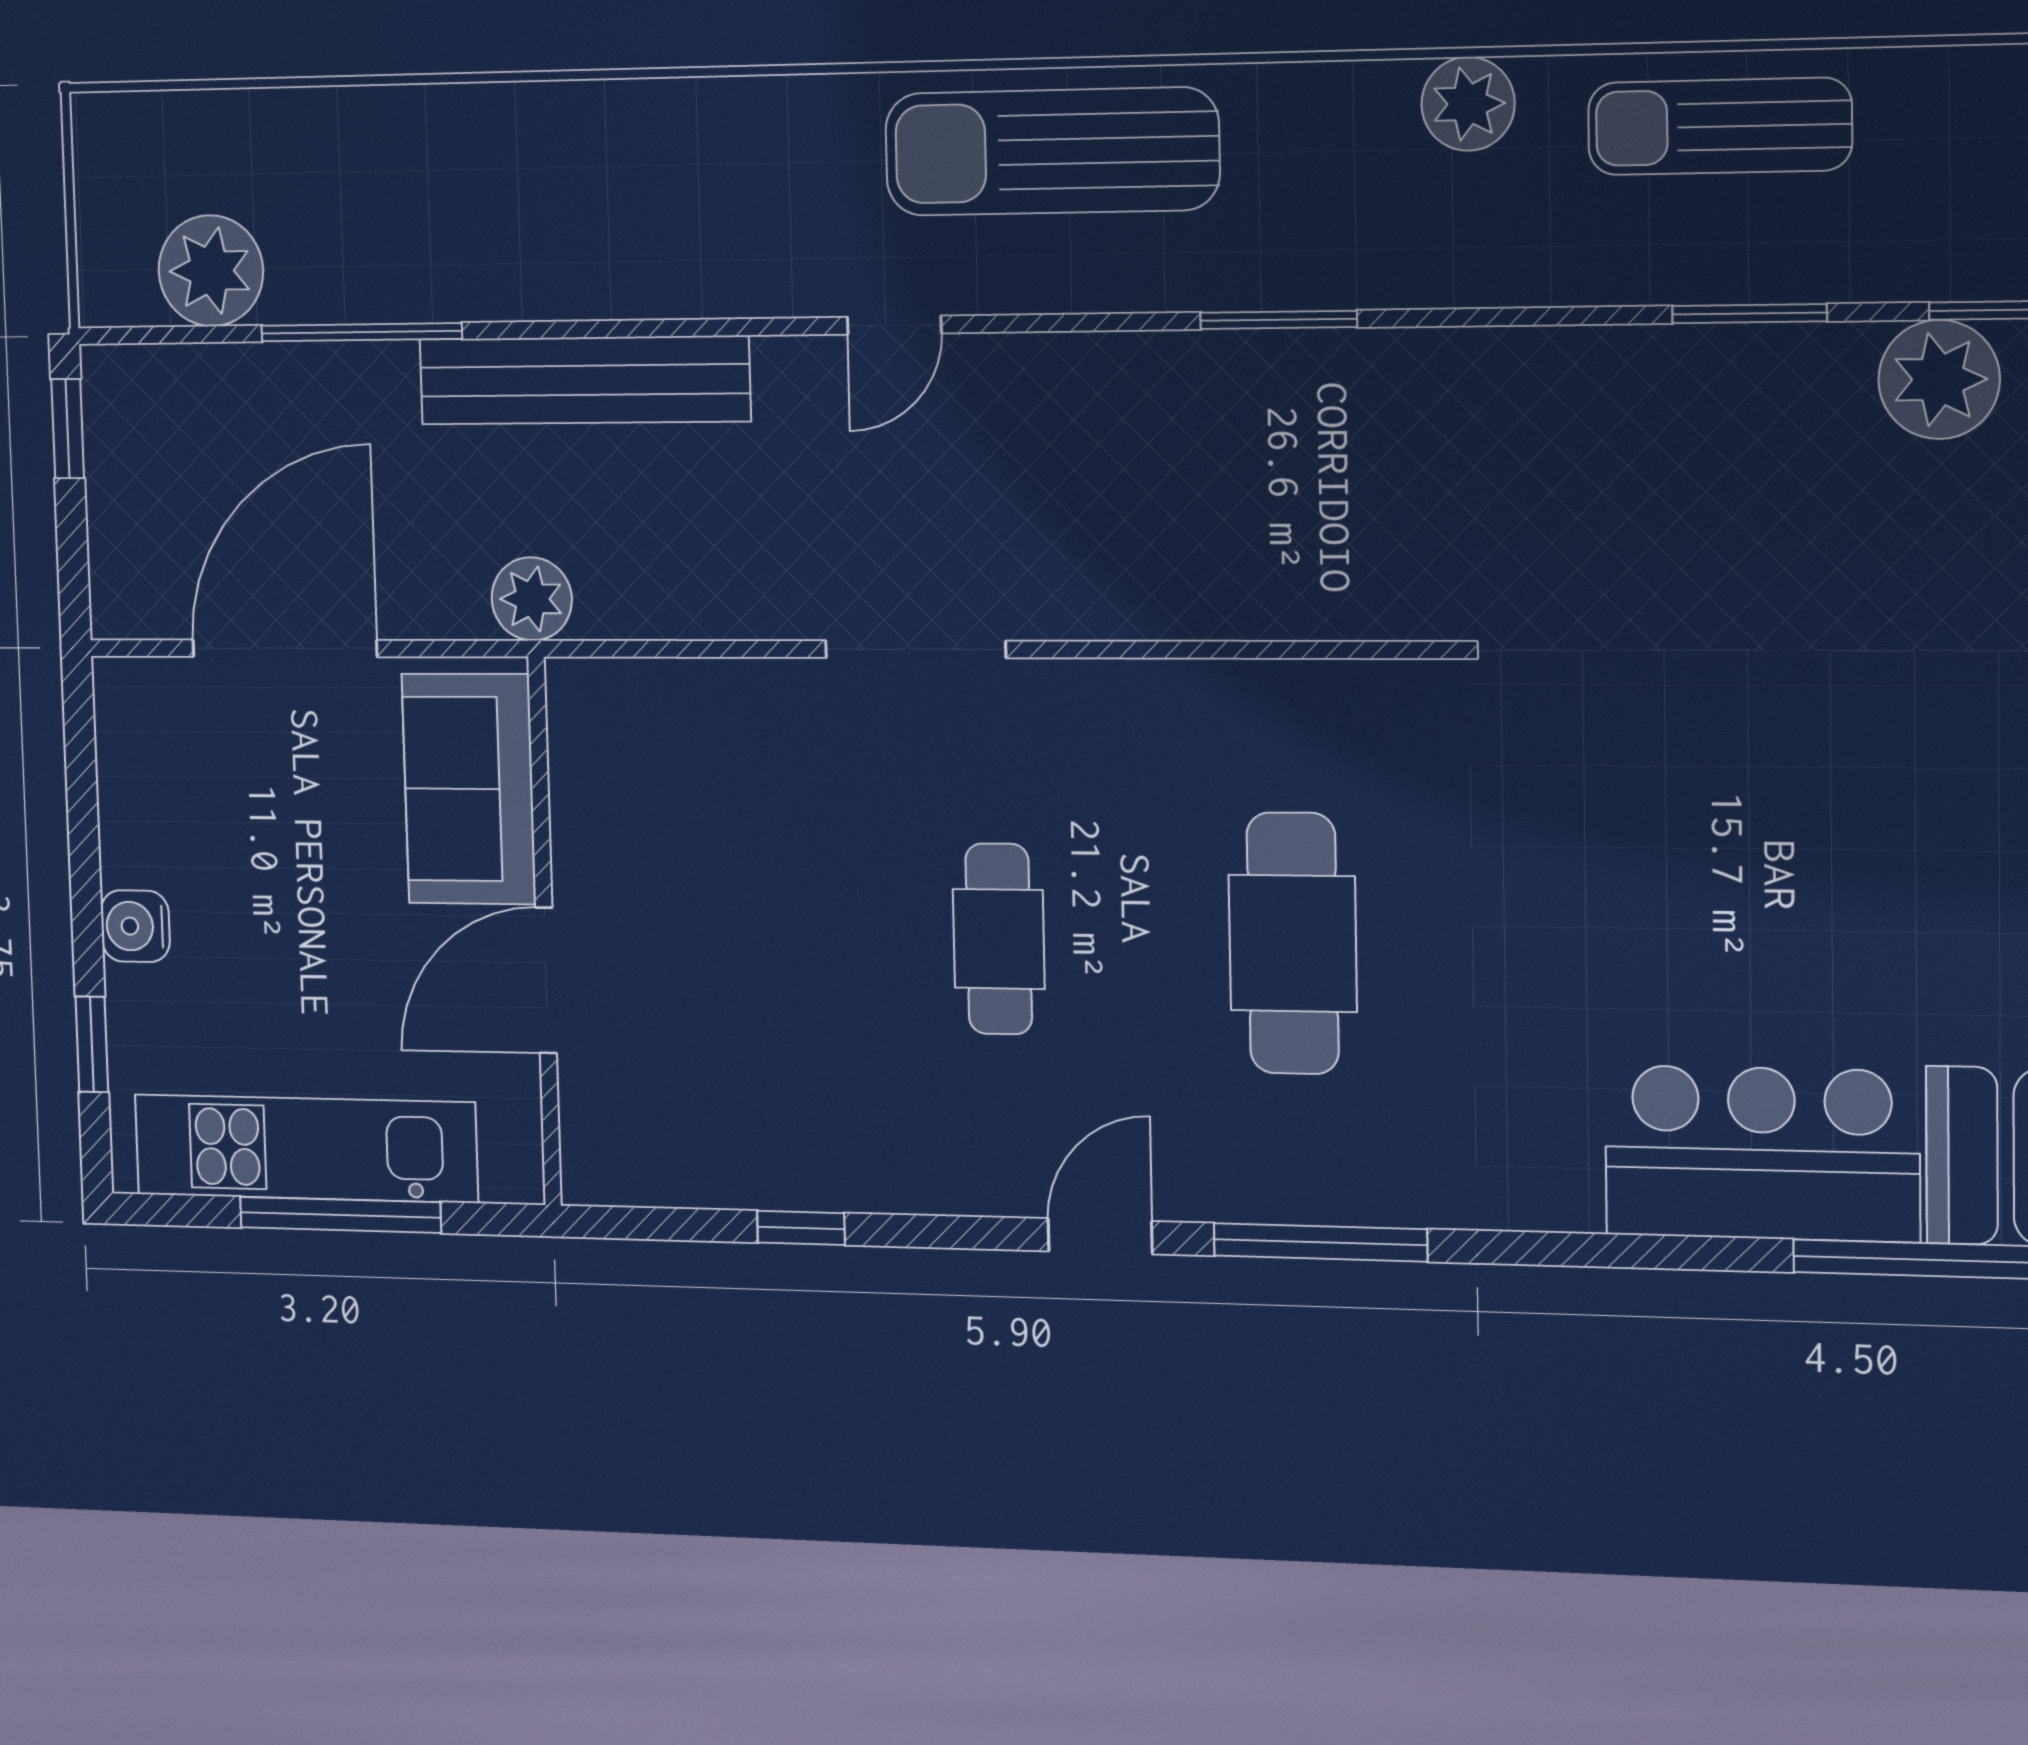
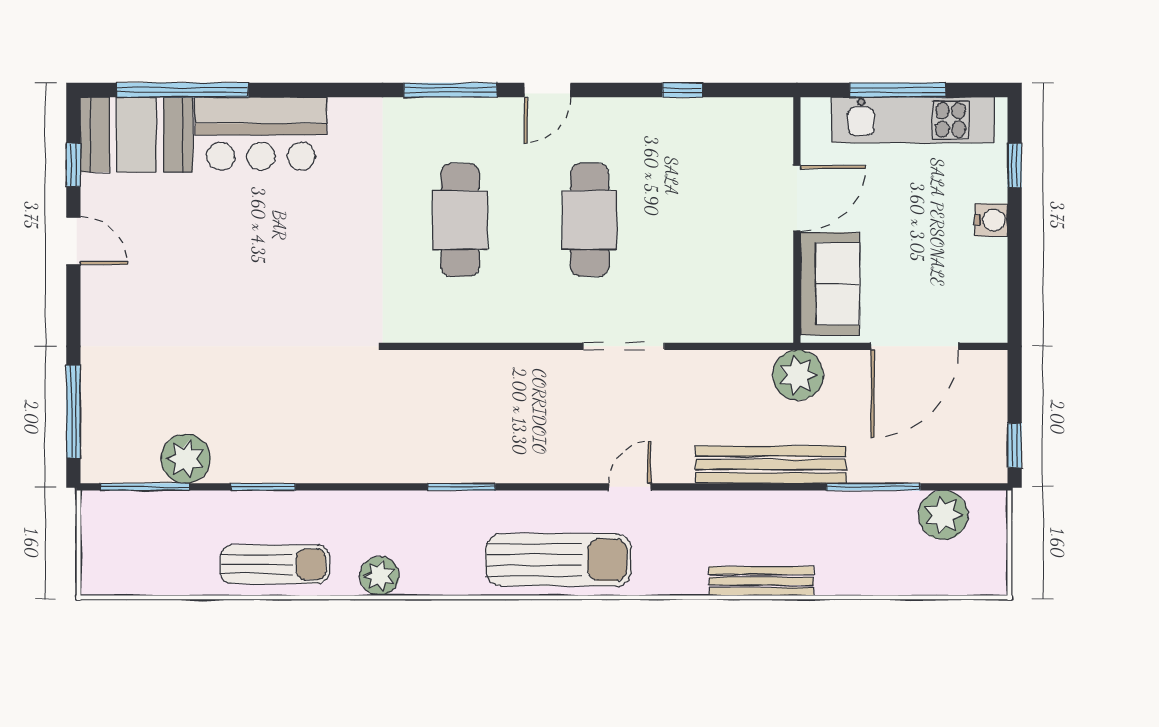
bench: (597, 112) -> (761, 581), added
plant: (532, 599) -> (798, 375), width x1.36, depth x1.36
cafe table: (999, 939) -> (590, 220), width x1.37, depth x1.35

